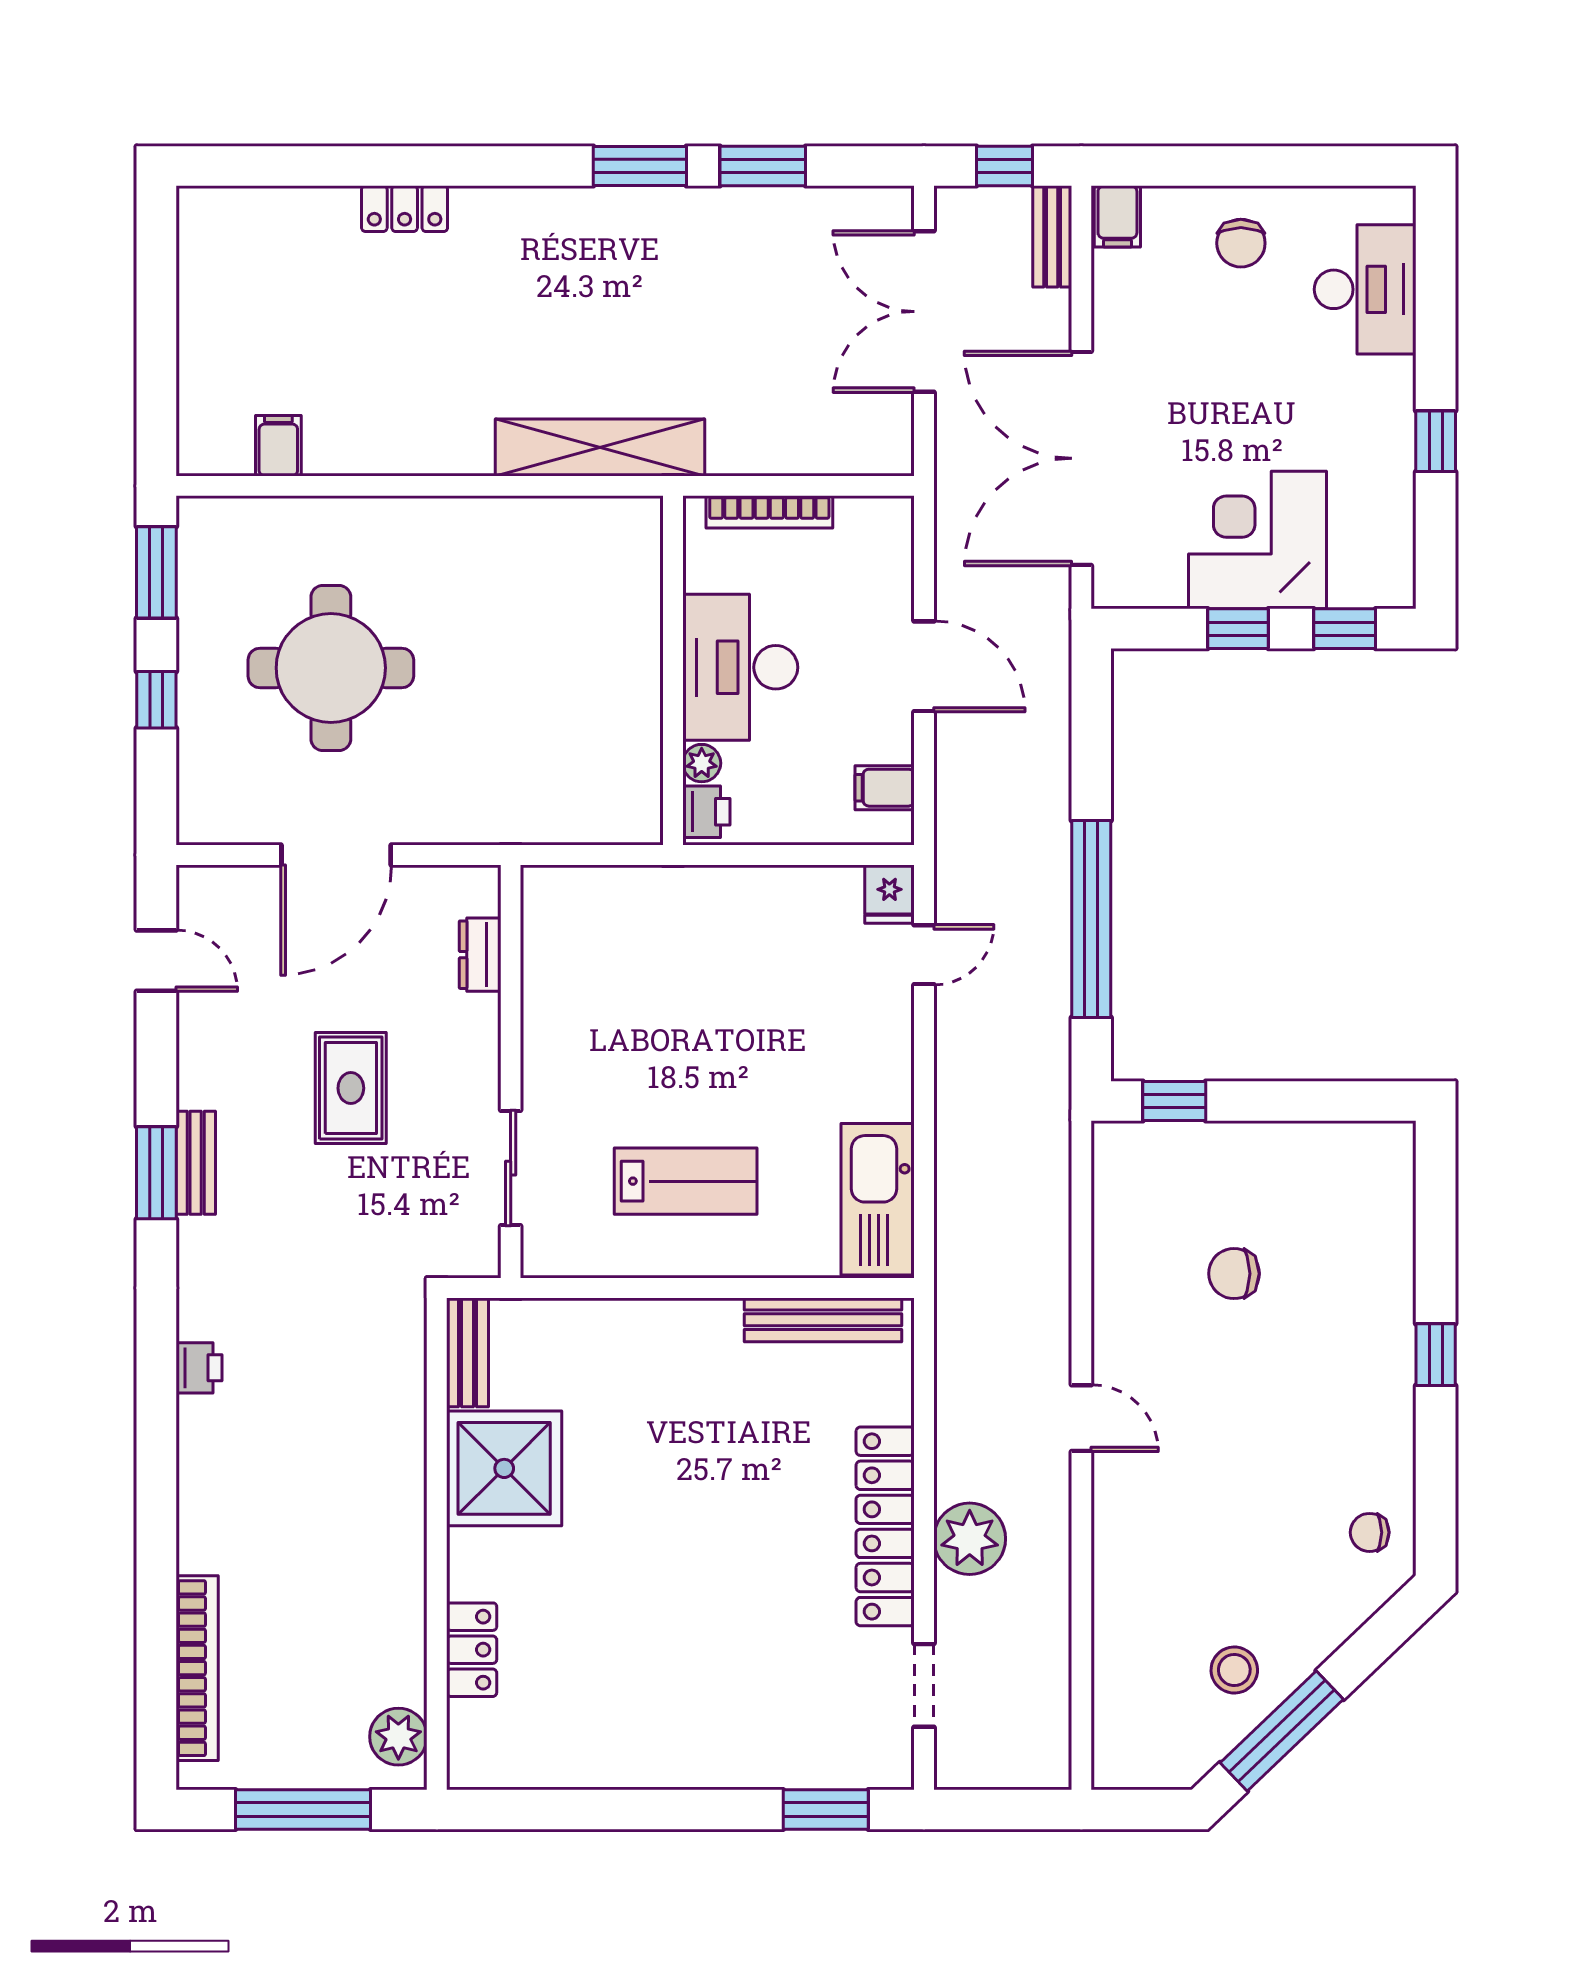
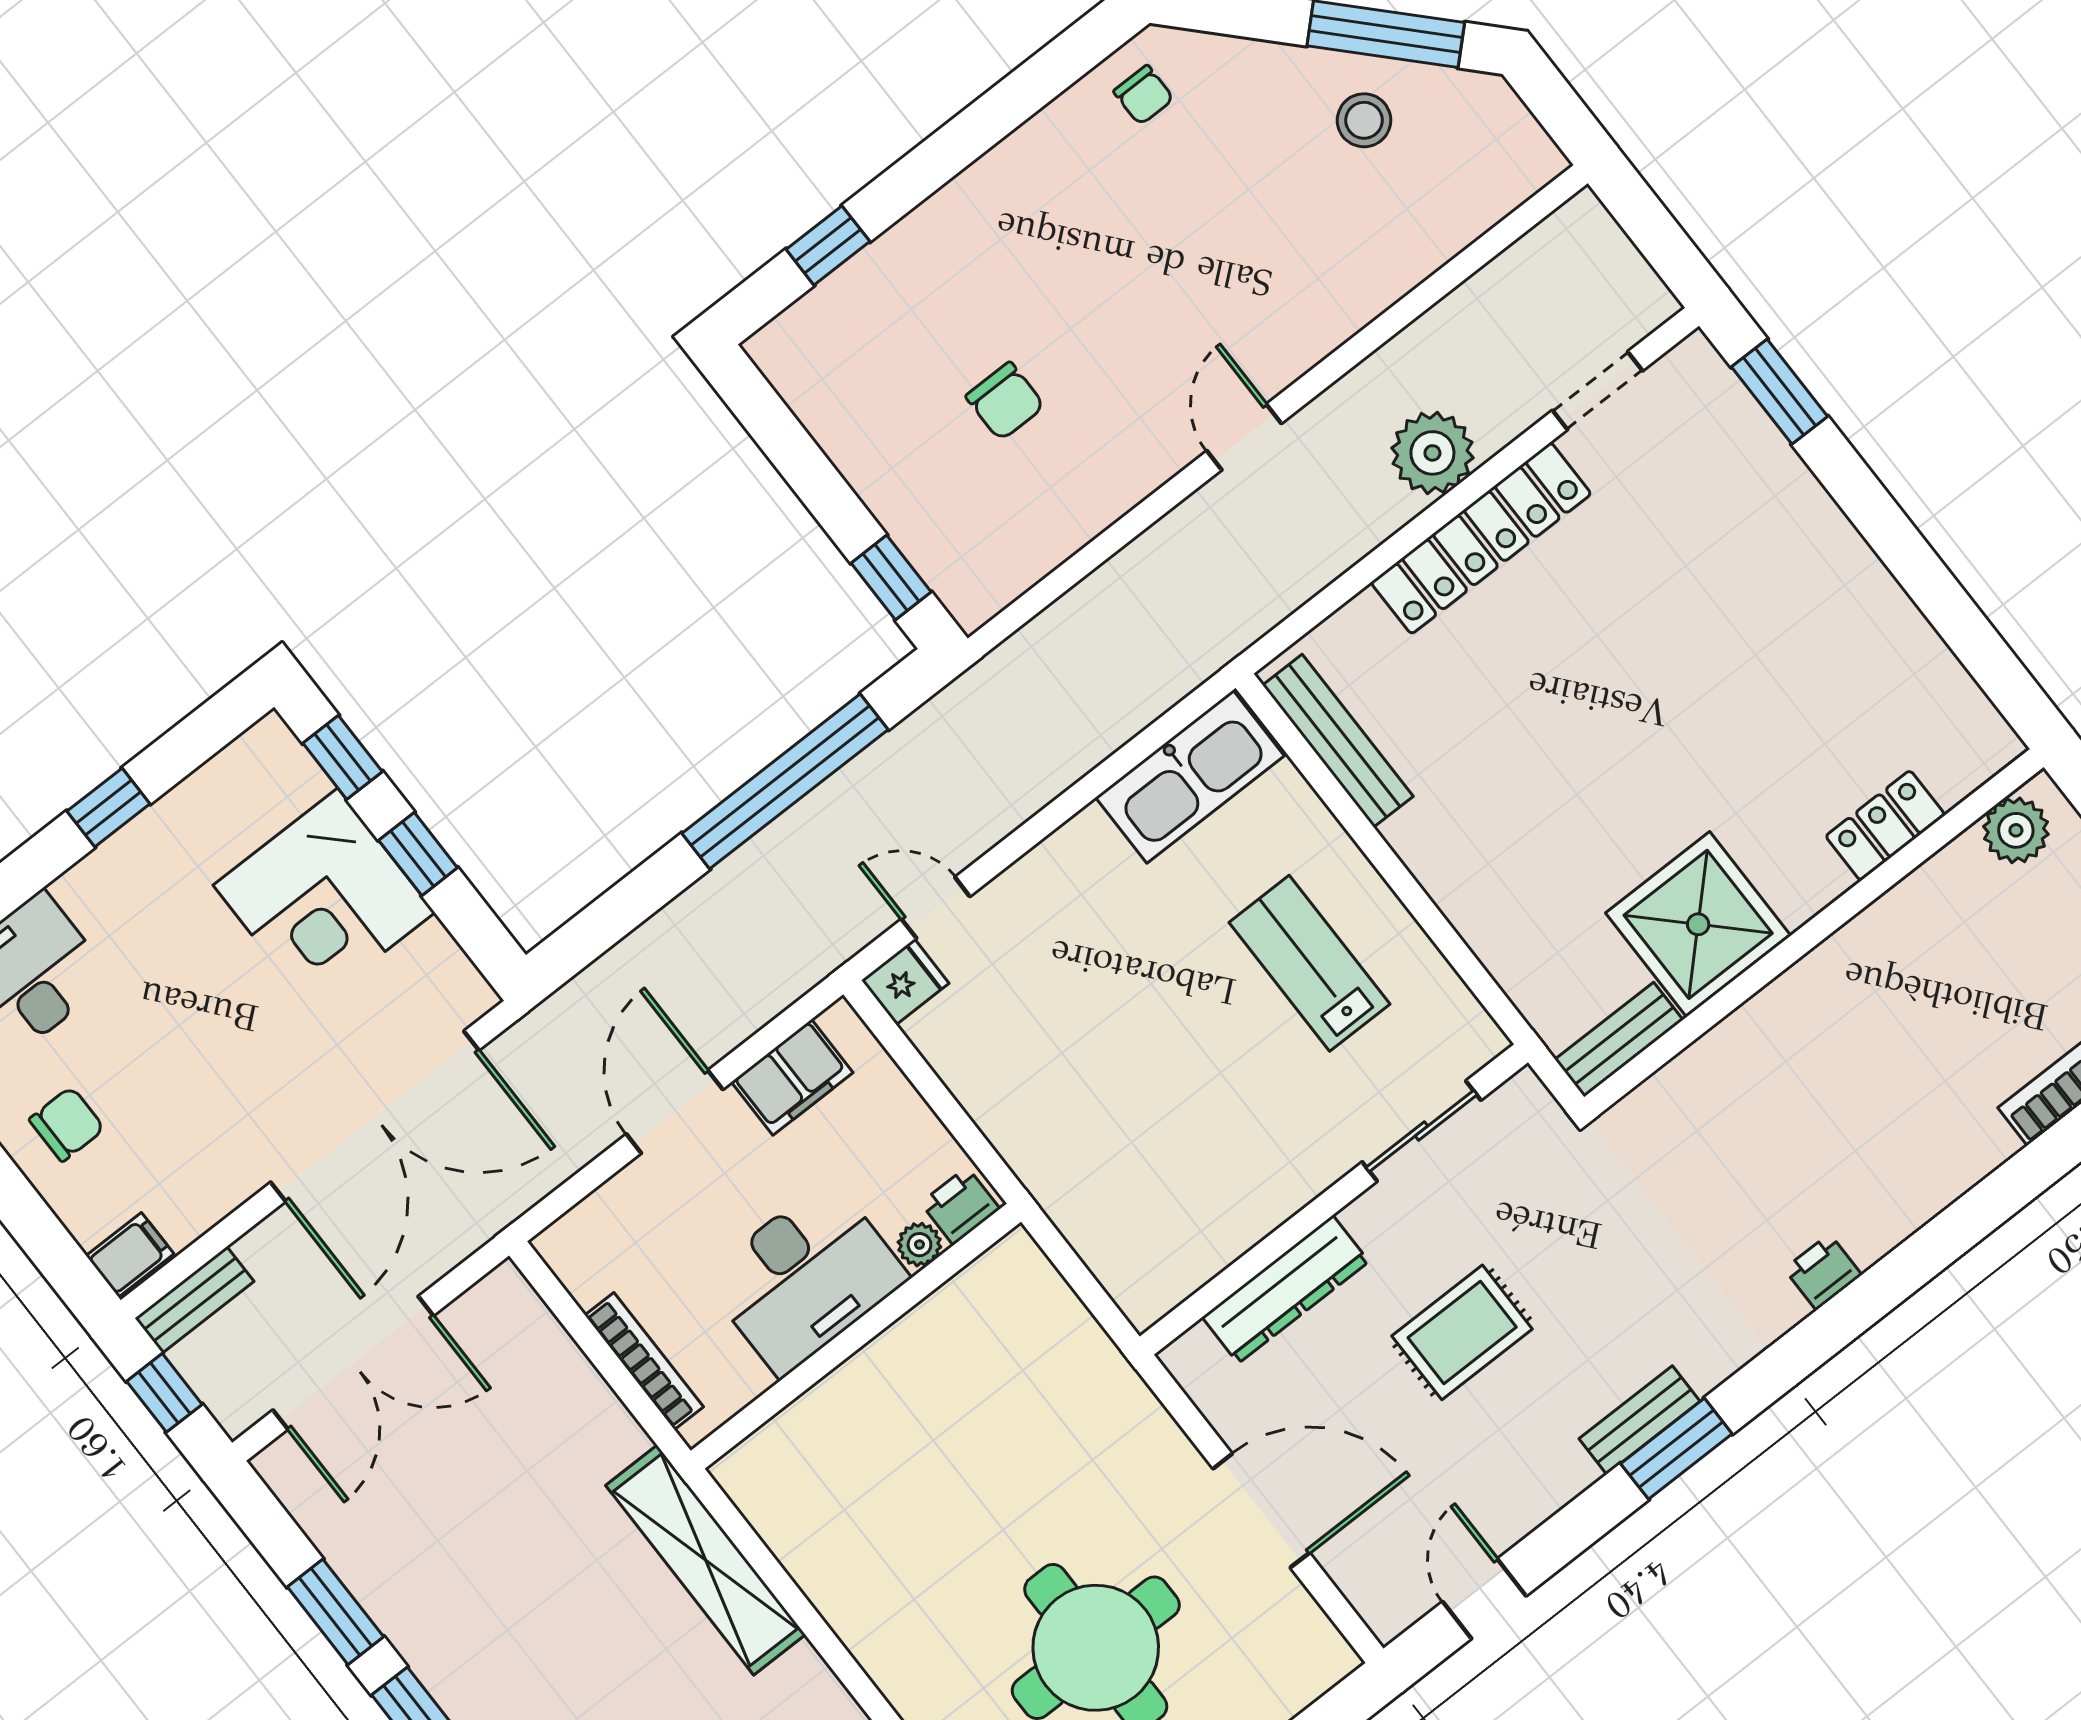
filing cabinet: (885, 788) -> (792, 1077), width x2.00
dresser: (480, 955) -> (1285, 1289), width x1.96, depth x1.24
window: (1436, 1355) -> (828, 245), moved

